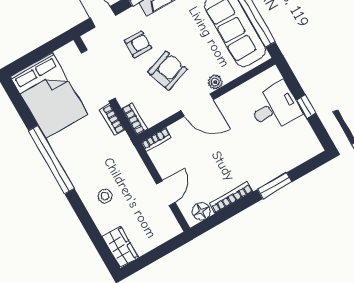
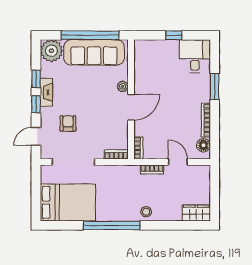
armchair: (167, 71) -> (97, 114), removed
desk: (275, 107) -> (195, 56), moved
bookcase: (112, 120) -> (152, 170), moved
stool: (105, 196) -> (146, 212), moved

